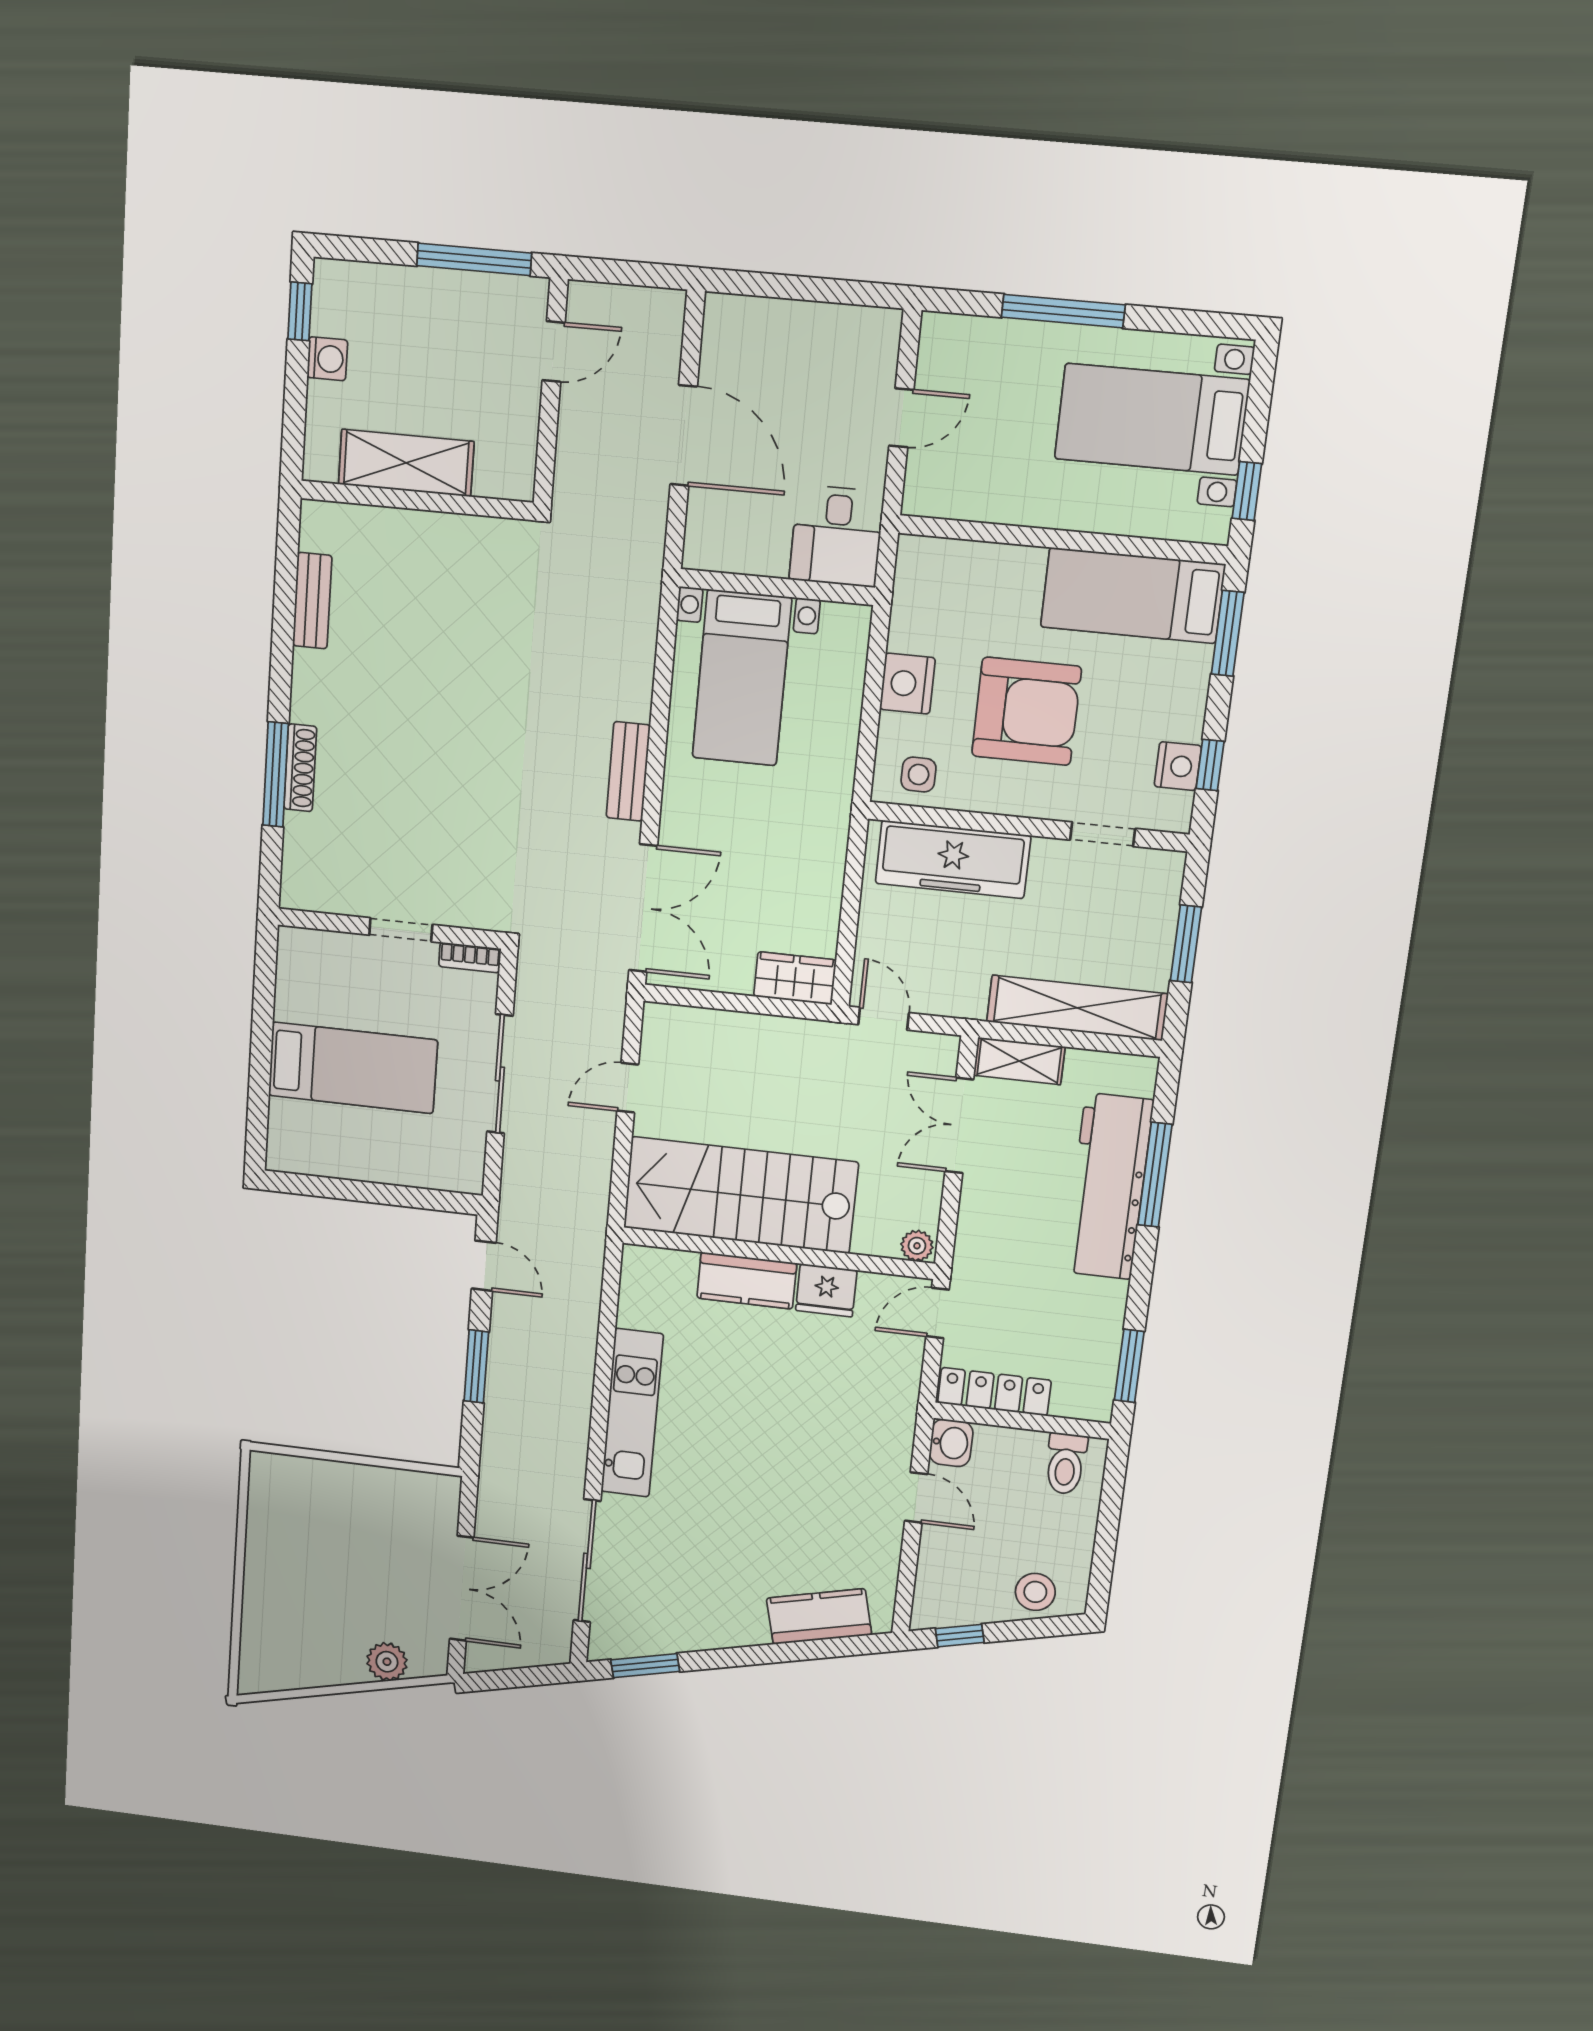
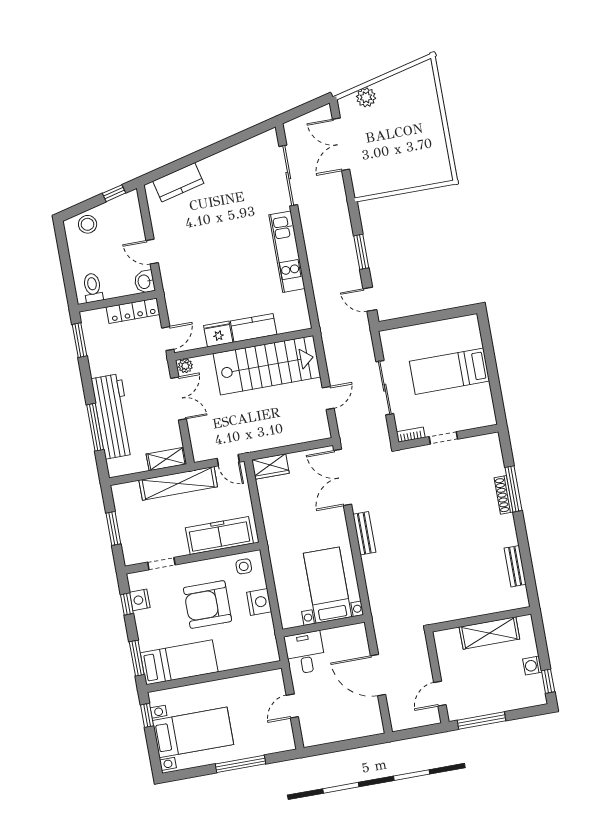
shelving: (1077, 1008) -> (178, 483), moved
double door: (959, 1126) -> (179, 398), moved
window: (645, 1666) -> (249, 134), removed

